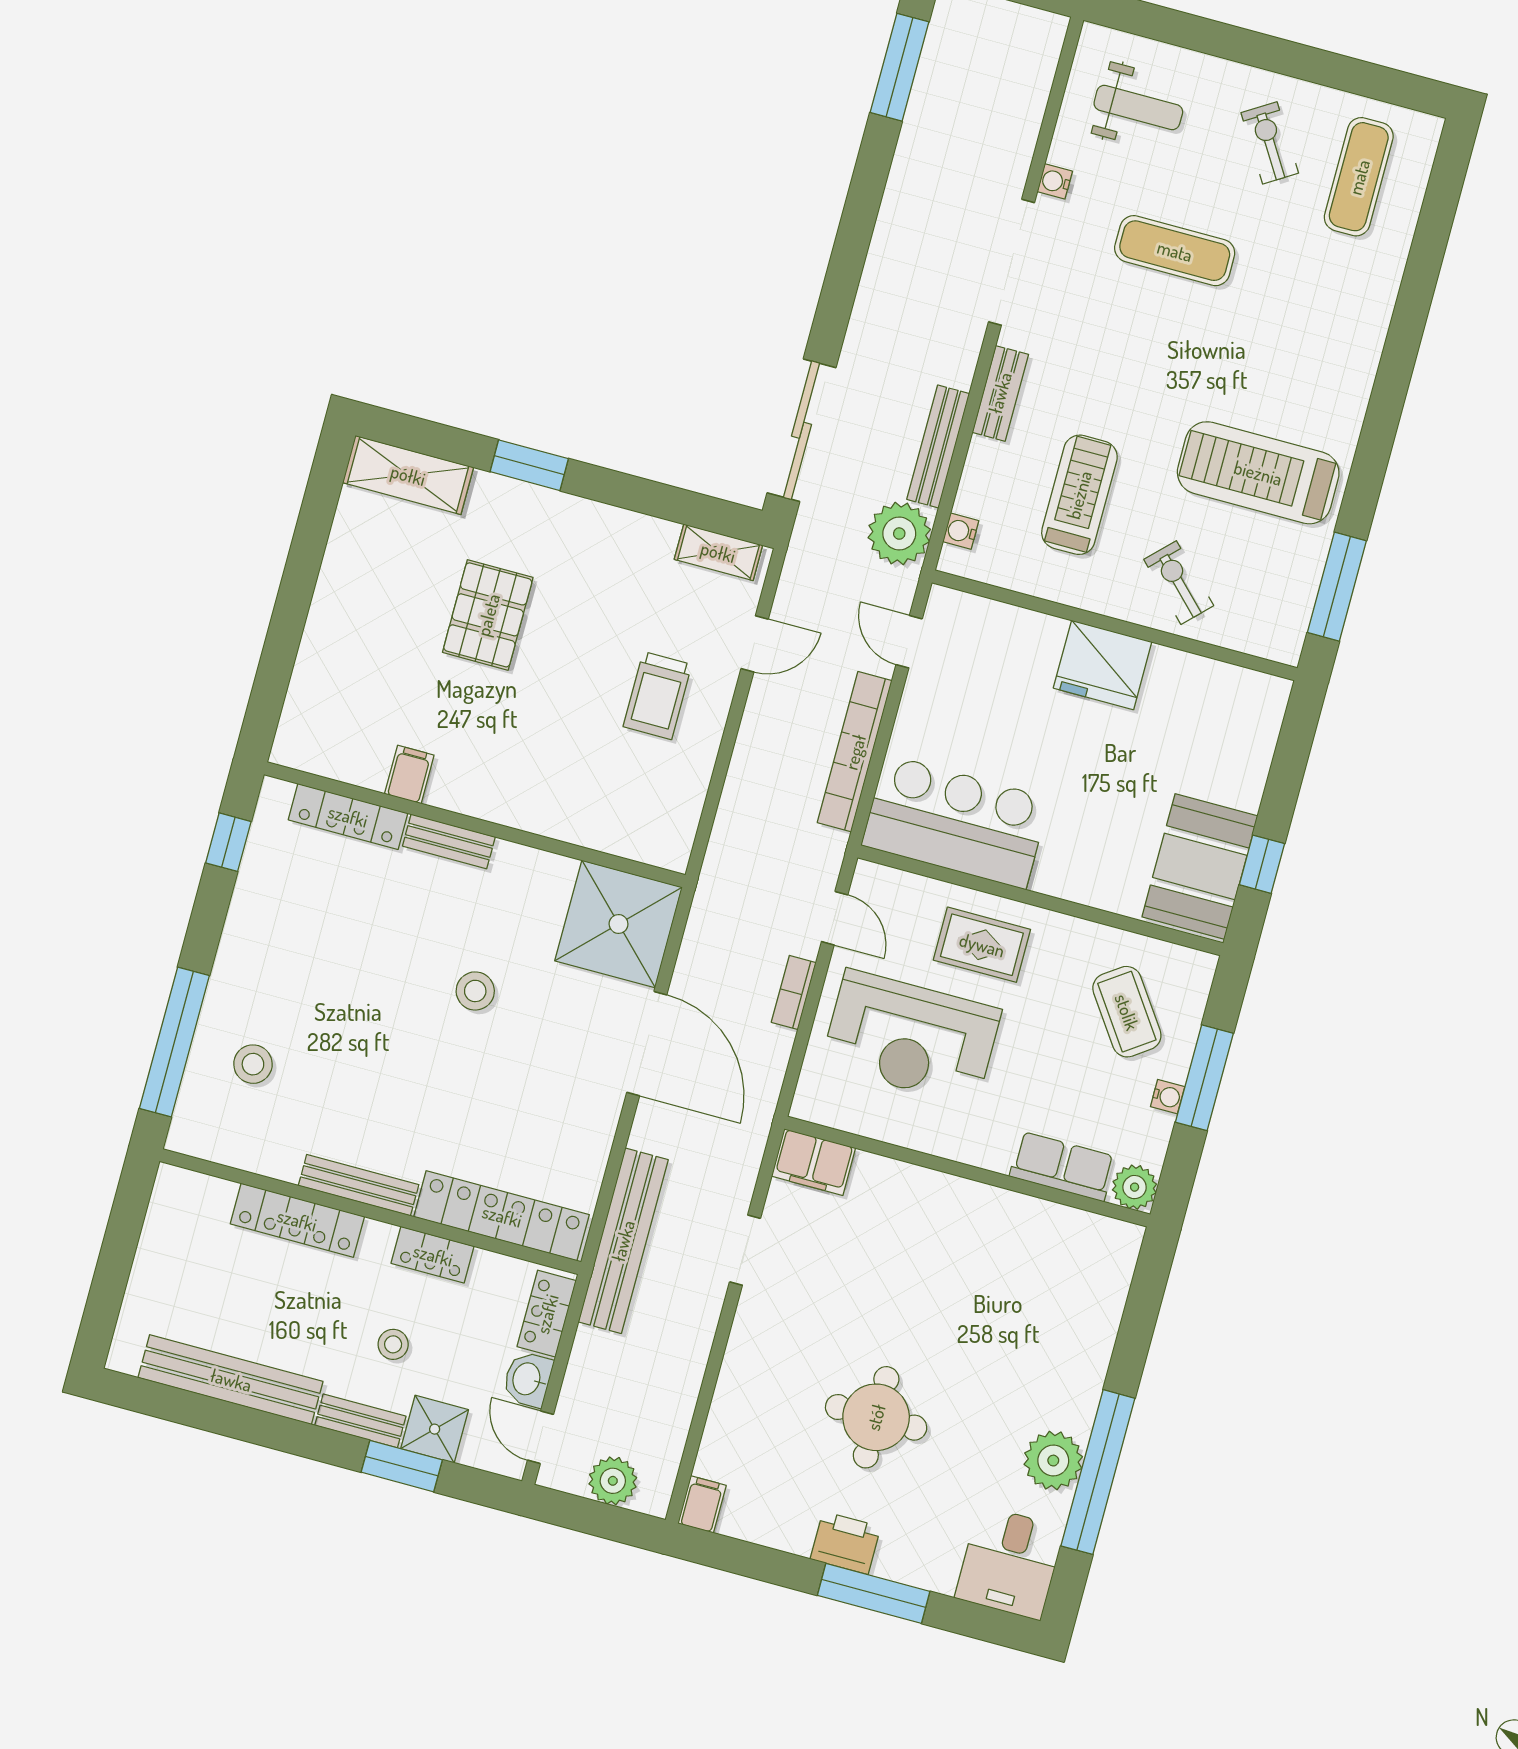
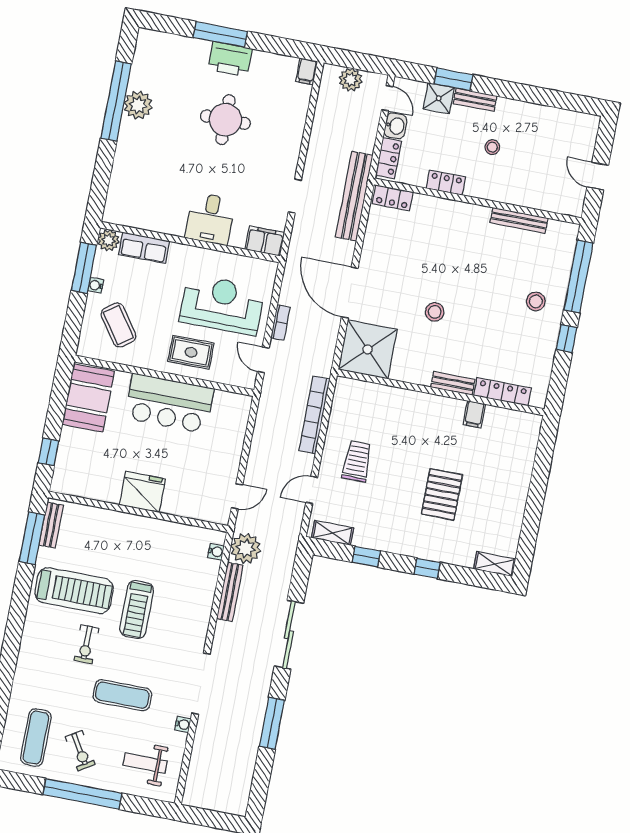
window: (1272, 54) -> (82, 794), added
window: (899, 67) -> (272, 723), moved
bench: (1000, 393) -> (51, 525), moved
sliding door: (802, 430) -> (289, 635), moved
window: (529, 465) -> (427, 568), width x0.67
shelving: (408, 475) -> (495, 564), width x0.67, depth x0.75
treadmill: (1079, 495) -> (137, 609), moved
window: (652, 498) -> (366, 557), added
exercise bike: (1179, 583) -> (86, 644), moved, turned 45
door: (909, 642) -> (237, 496), hinge flipped
bookcase: (855, 752) -> (314, 415), moved, turned 180
bar counter: (956, 822) -> (169, 403), moved
window: (228, 842) -> (567, 338), moved
window: (1262, 864) -> (49, 452), moved
stool: (253, 1064) -> (536, 301), moved
window: (1204, 1078) -> (84, 268), moved
bench: (359, 1185) -> (519, 220), moved
locker: (502, 1216) -> (393, 198), width x0.46, depth x0.83
locker: (297, 1220) -> (513, 195), removed
door: (120, 1245) -> (598, 176), added
stool: (393, 1344) -> (492, 147), moved
bench: (231, 1380) -> (539, 115), removed
printer: (845, 1543) -> (230, 59), width x1.37, depth x1.19
desk: (1010, 1563) -> (210, 219), moved, turned 180

